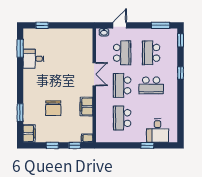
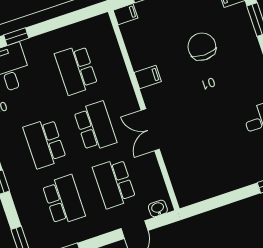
school desk: (151, 85) -> (45, 143), turned -90
filing cabinet: (86, 107) -> (148, 77), width x0.50
school desk: (122, 118) -> (76, 70), turned 180

